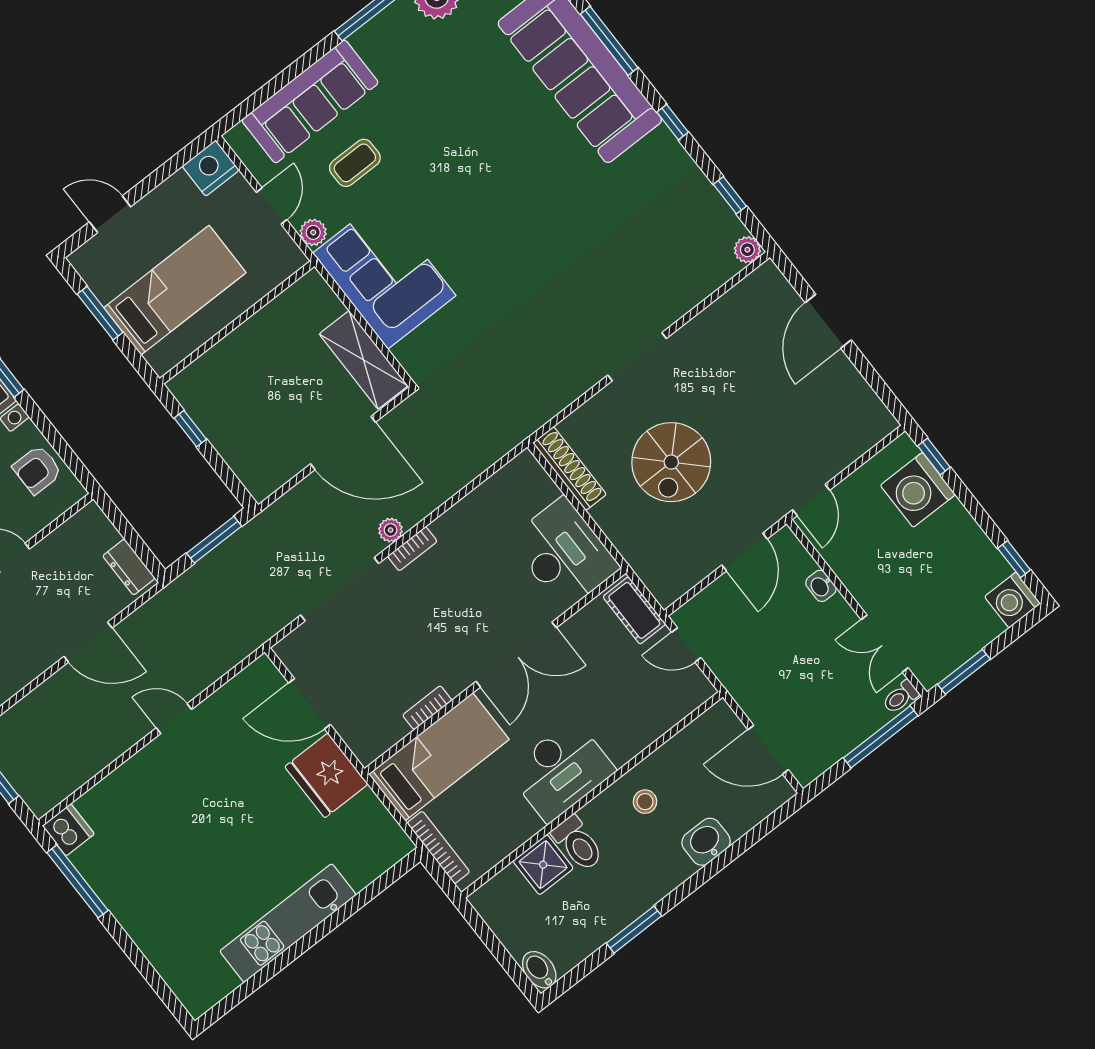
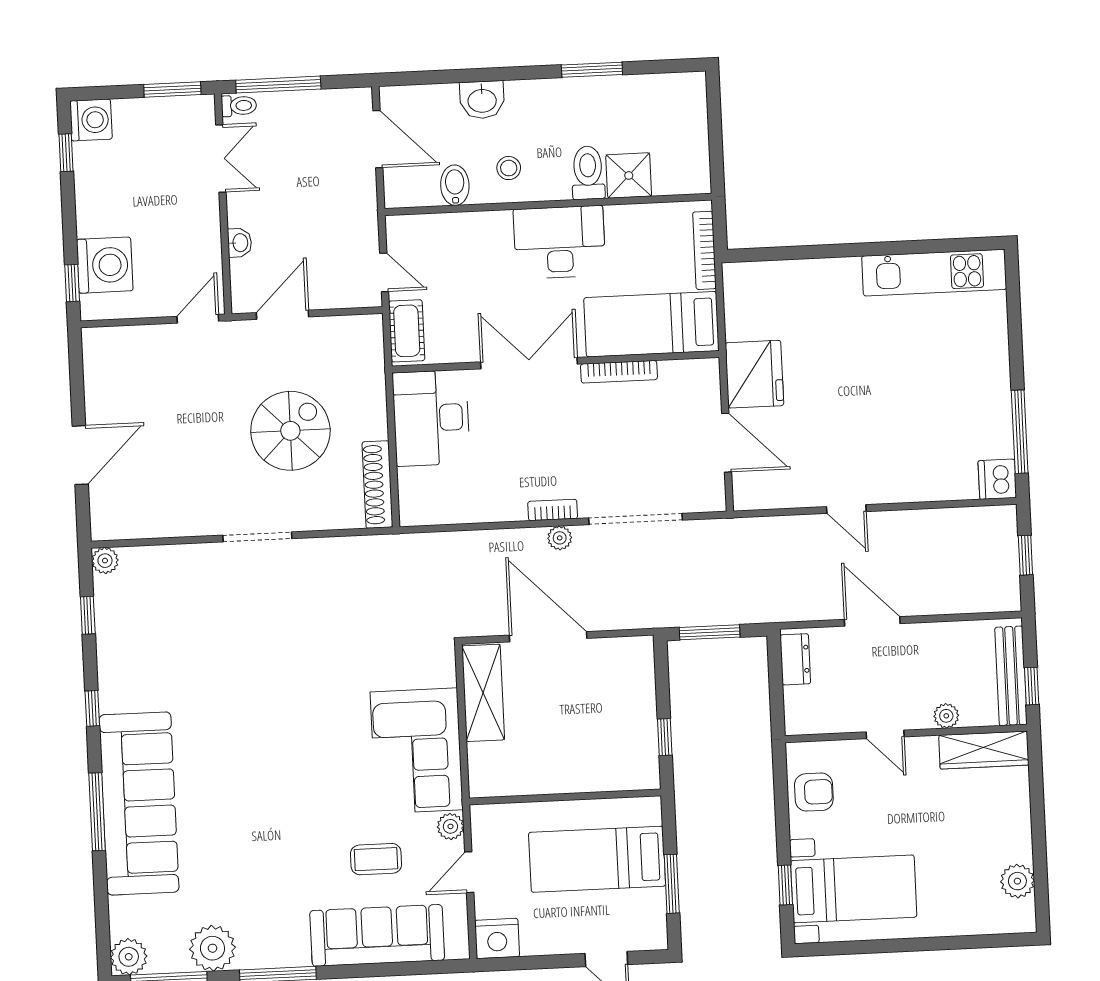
bookcase: (427, 708) -> (619, 372), width x1.56
kitchen unit: (288, 923) -> (934, 273), moved
bidet: (539, 970) -> (455, 185), moved, turned 180

